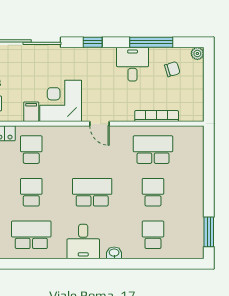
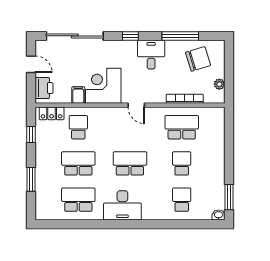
plant: (197, 53) -> (219, 84), moved
desk: (133, 64) -> (151, 55), moved
chair: (172, 69) -> (198, 59), width x1.87, depth x1.87
school desk: (31, 192) -> (78, 163), width x1.85
desk: (83, 242) -> (122, 205), width x1.37
washbasin: (114, 253) -> (219, 215), moved

